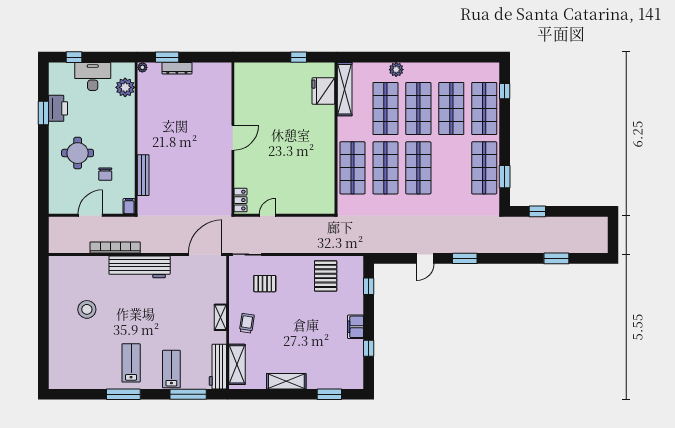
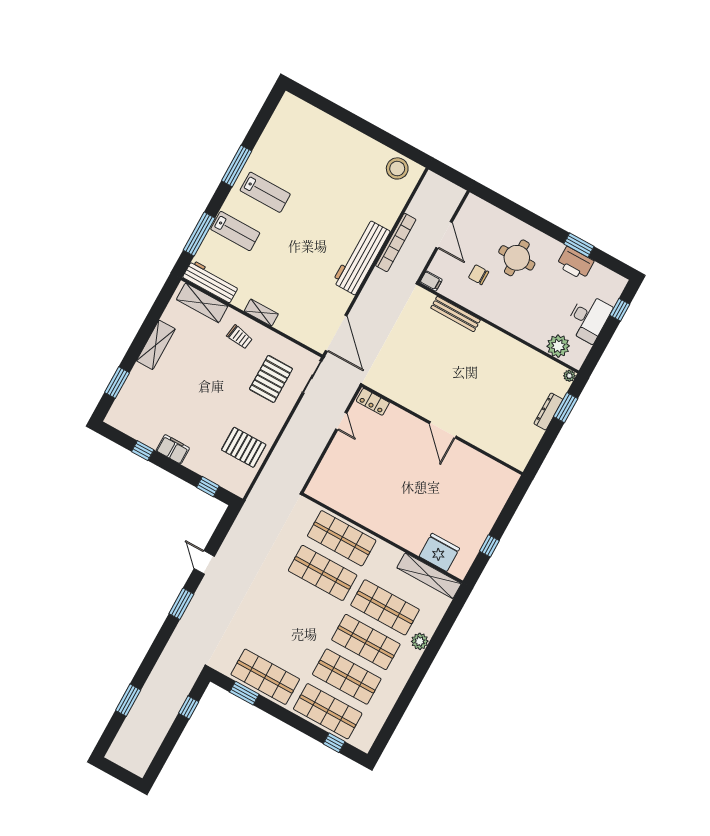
shop shelf: (418, 168) -> (303, 608), removed
pallet: (265, 284) -> (271, 379), width x1.50, depth x1.42
stool: (87, 309) -> (397, 168), moved

